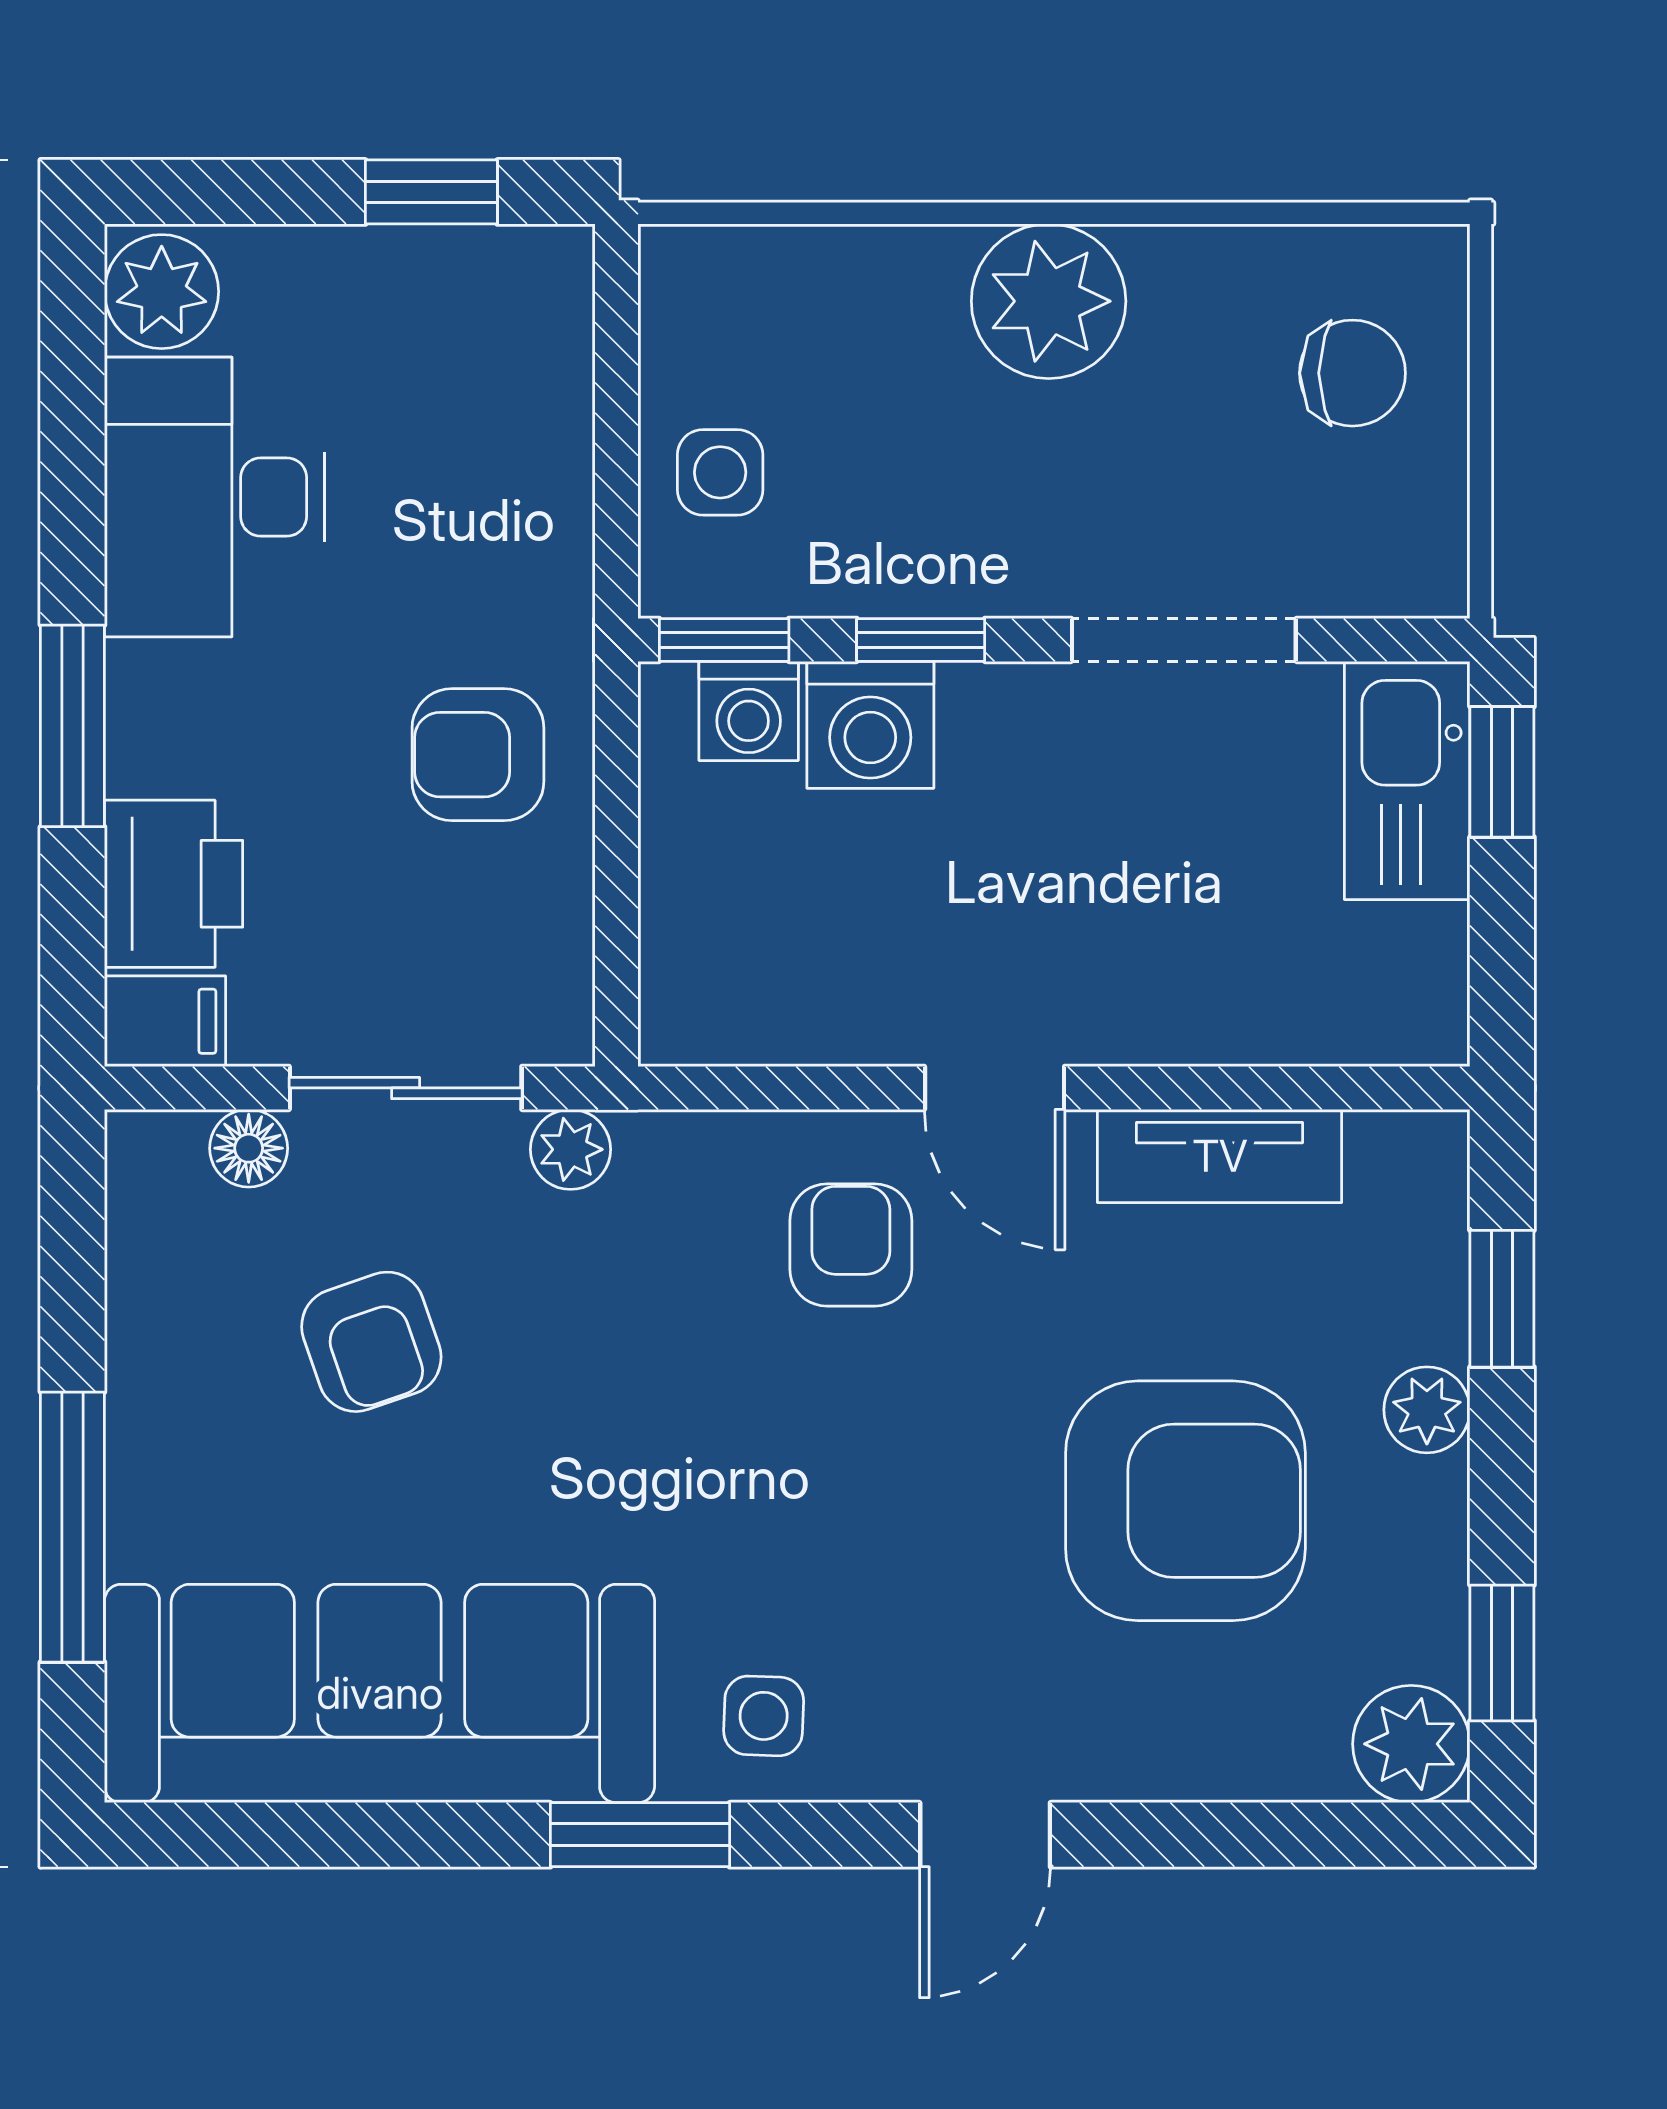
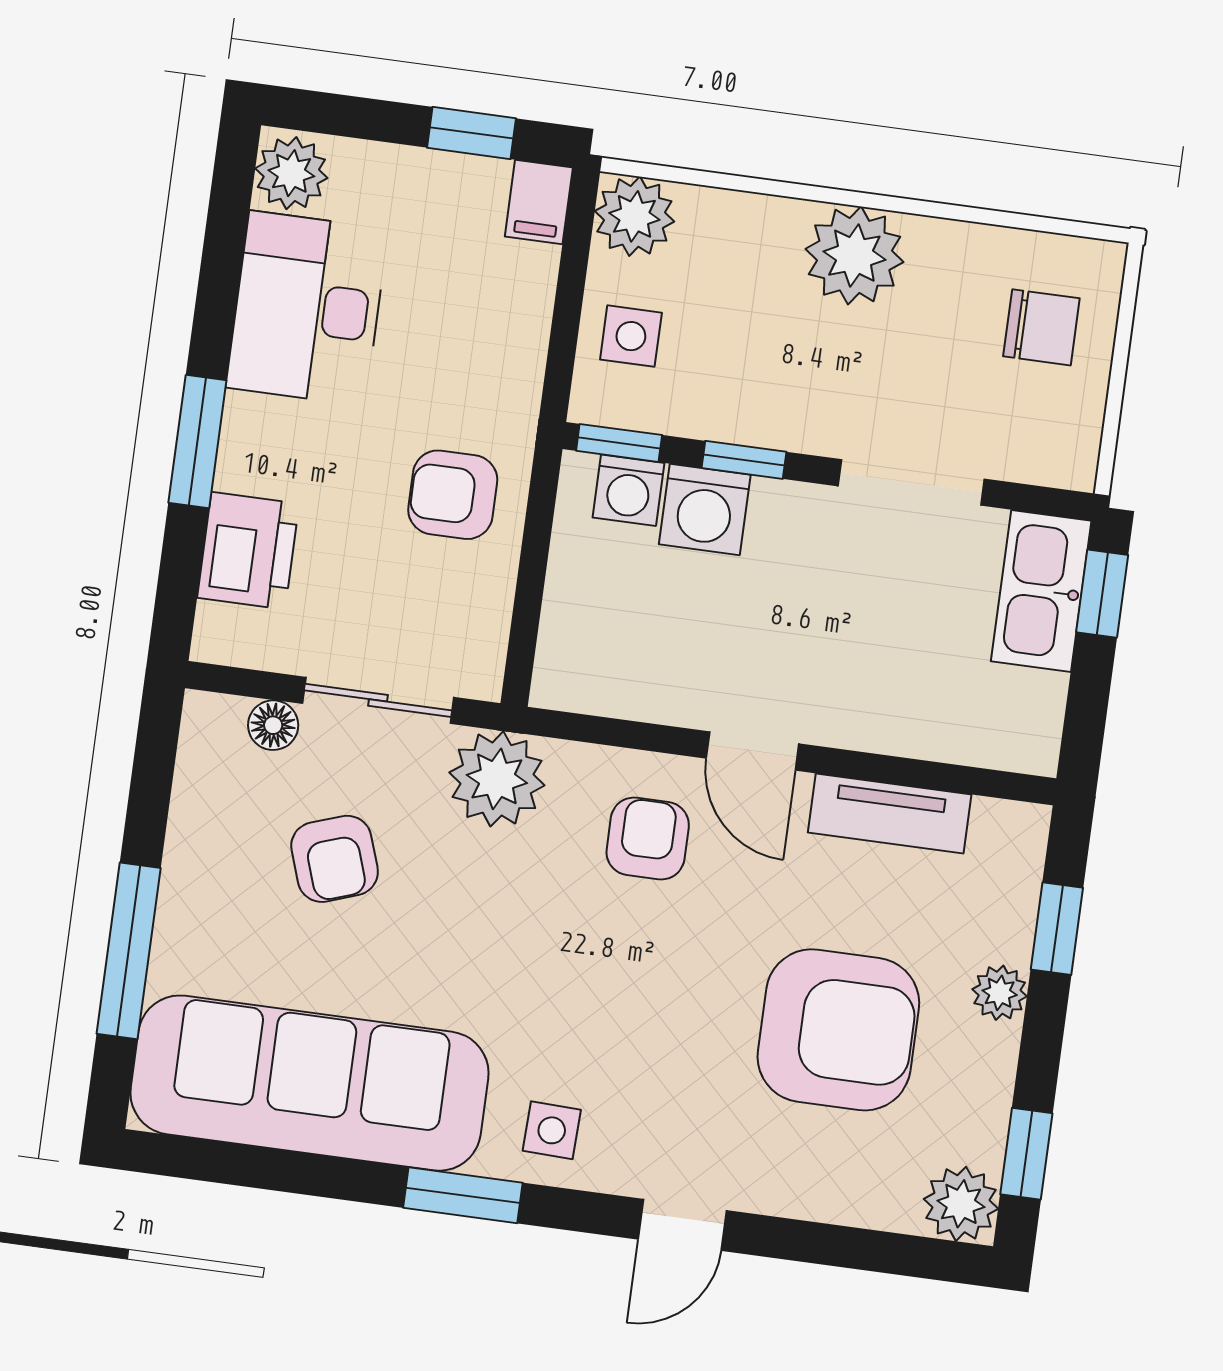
plant: (701, 287) -> (634, 216), added
filing cabinet: (165, 1021) -> (539, 202), moved, turned 90
plant: (570, 1149) -> (497, 779), width x1.88, depth x1.88

